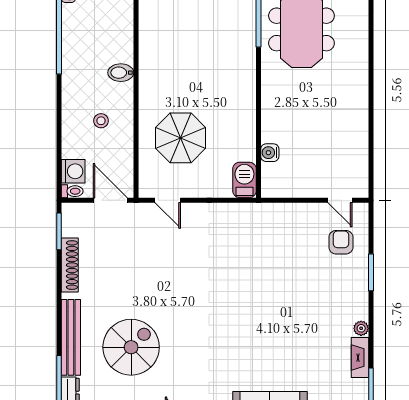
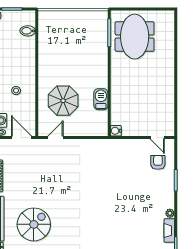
bidet: (121, 73) -> (28, 31), moved
water cooler: (270, 153) -> (116, 131), moved
barbecue: (244, 180) -> (101, 99), moved
door: (168, 200) -> (56, 137), swing flipped

